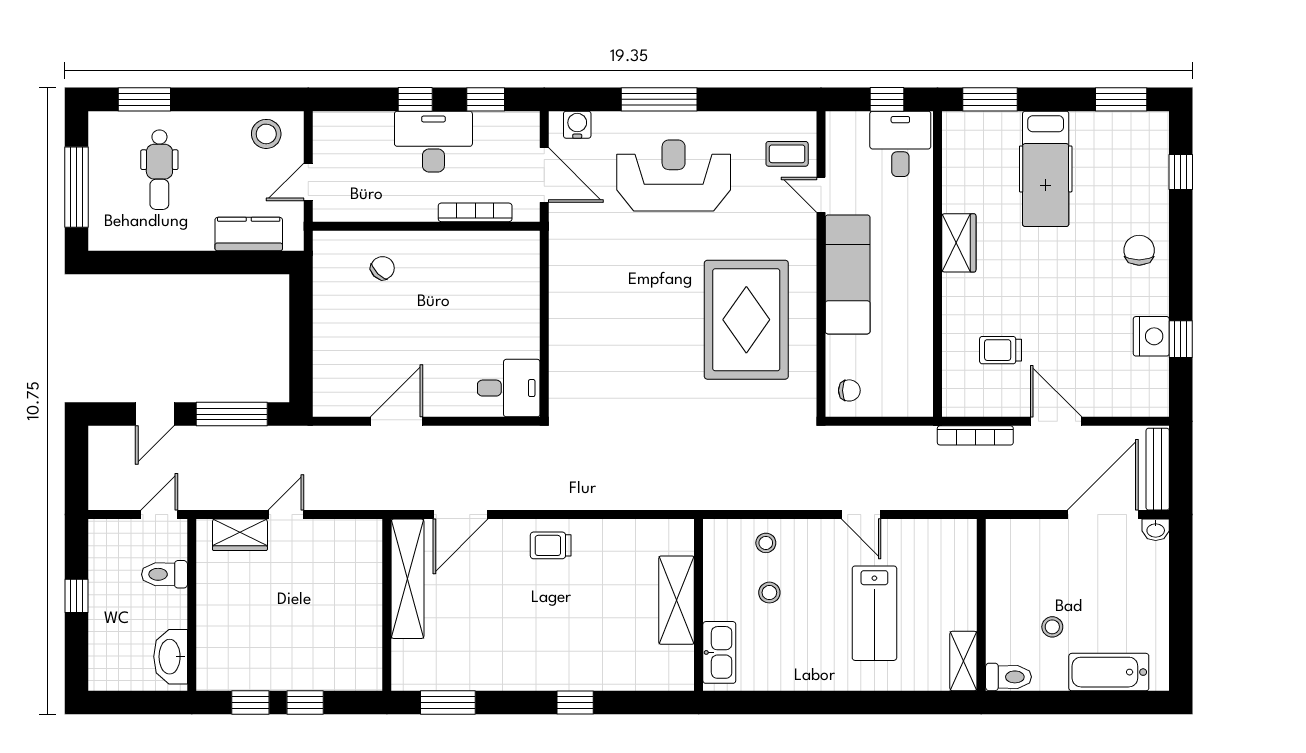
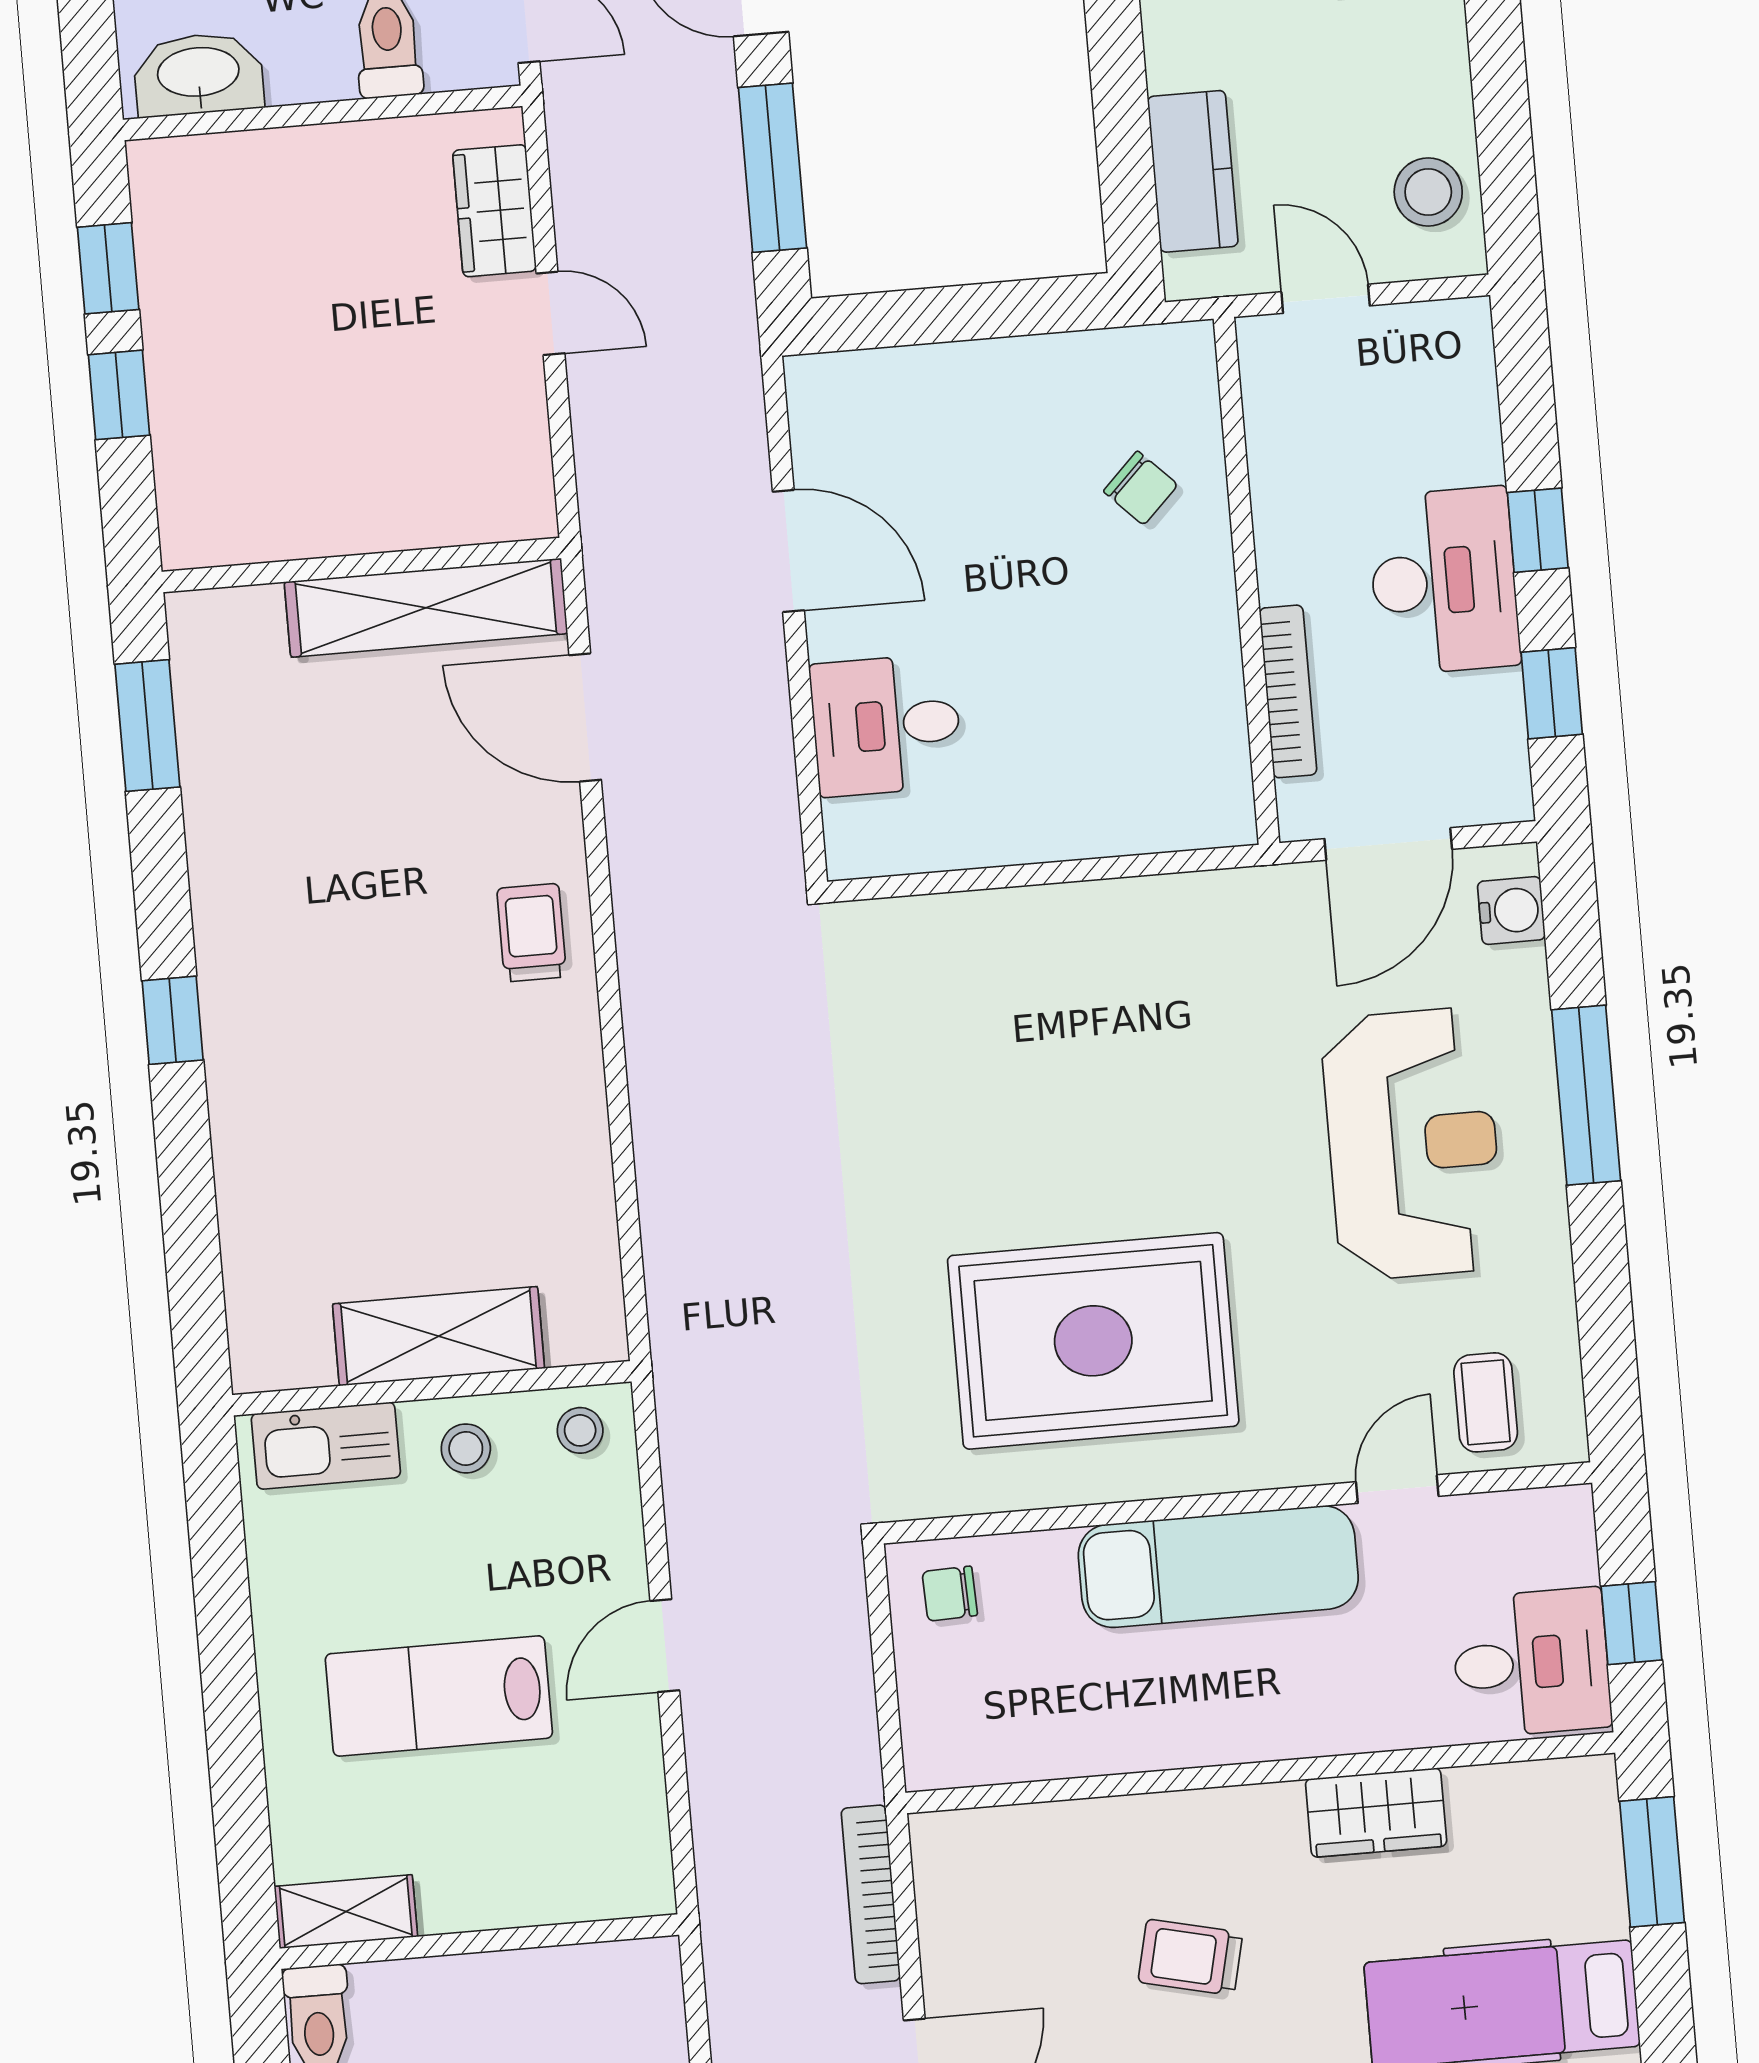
wardrobe: (959, 243) -> (1376, 1813), moved
trolley: (1001, 350) -> (1190, 1957), moved, turned -77
desk: (509, 388) -> (886, 725), moved, turned 90
chair: (849, 390) -> (950, 1594), turned 88
shelving: (677, 600) -> (438, 1336), moved
wall: (699, 605) -> (432, 1388), moved
kitchen sink: (719, 652) -> (326, 1446), moved

